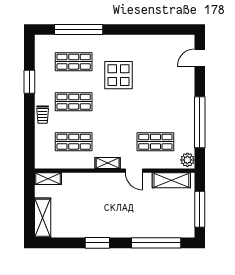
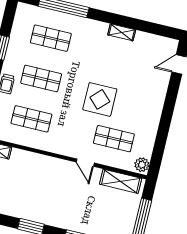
display table: (118, 75) -> (100, 99), moved
window: (200, 122) -> (163, 130), removed
shelving: (108, 163) -> (122, 32), moved

